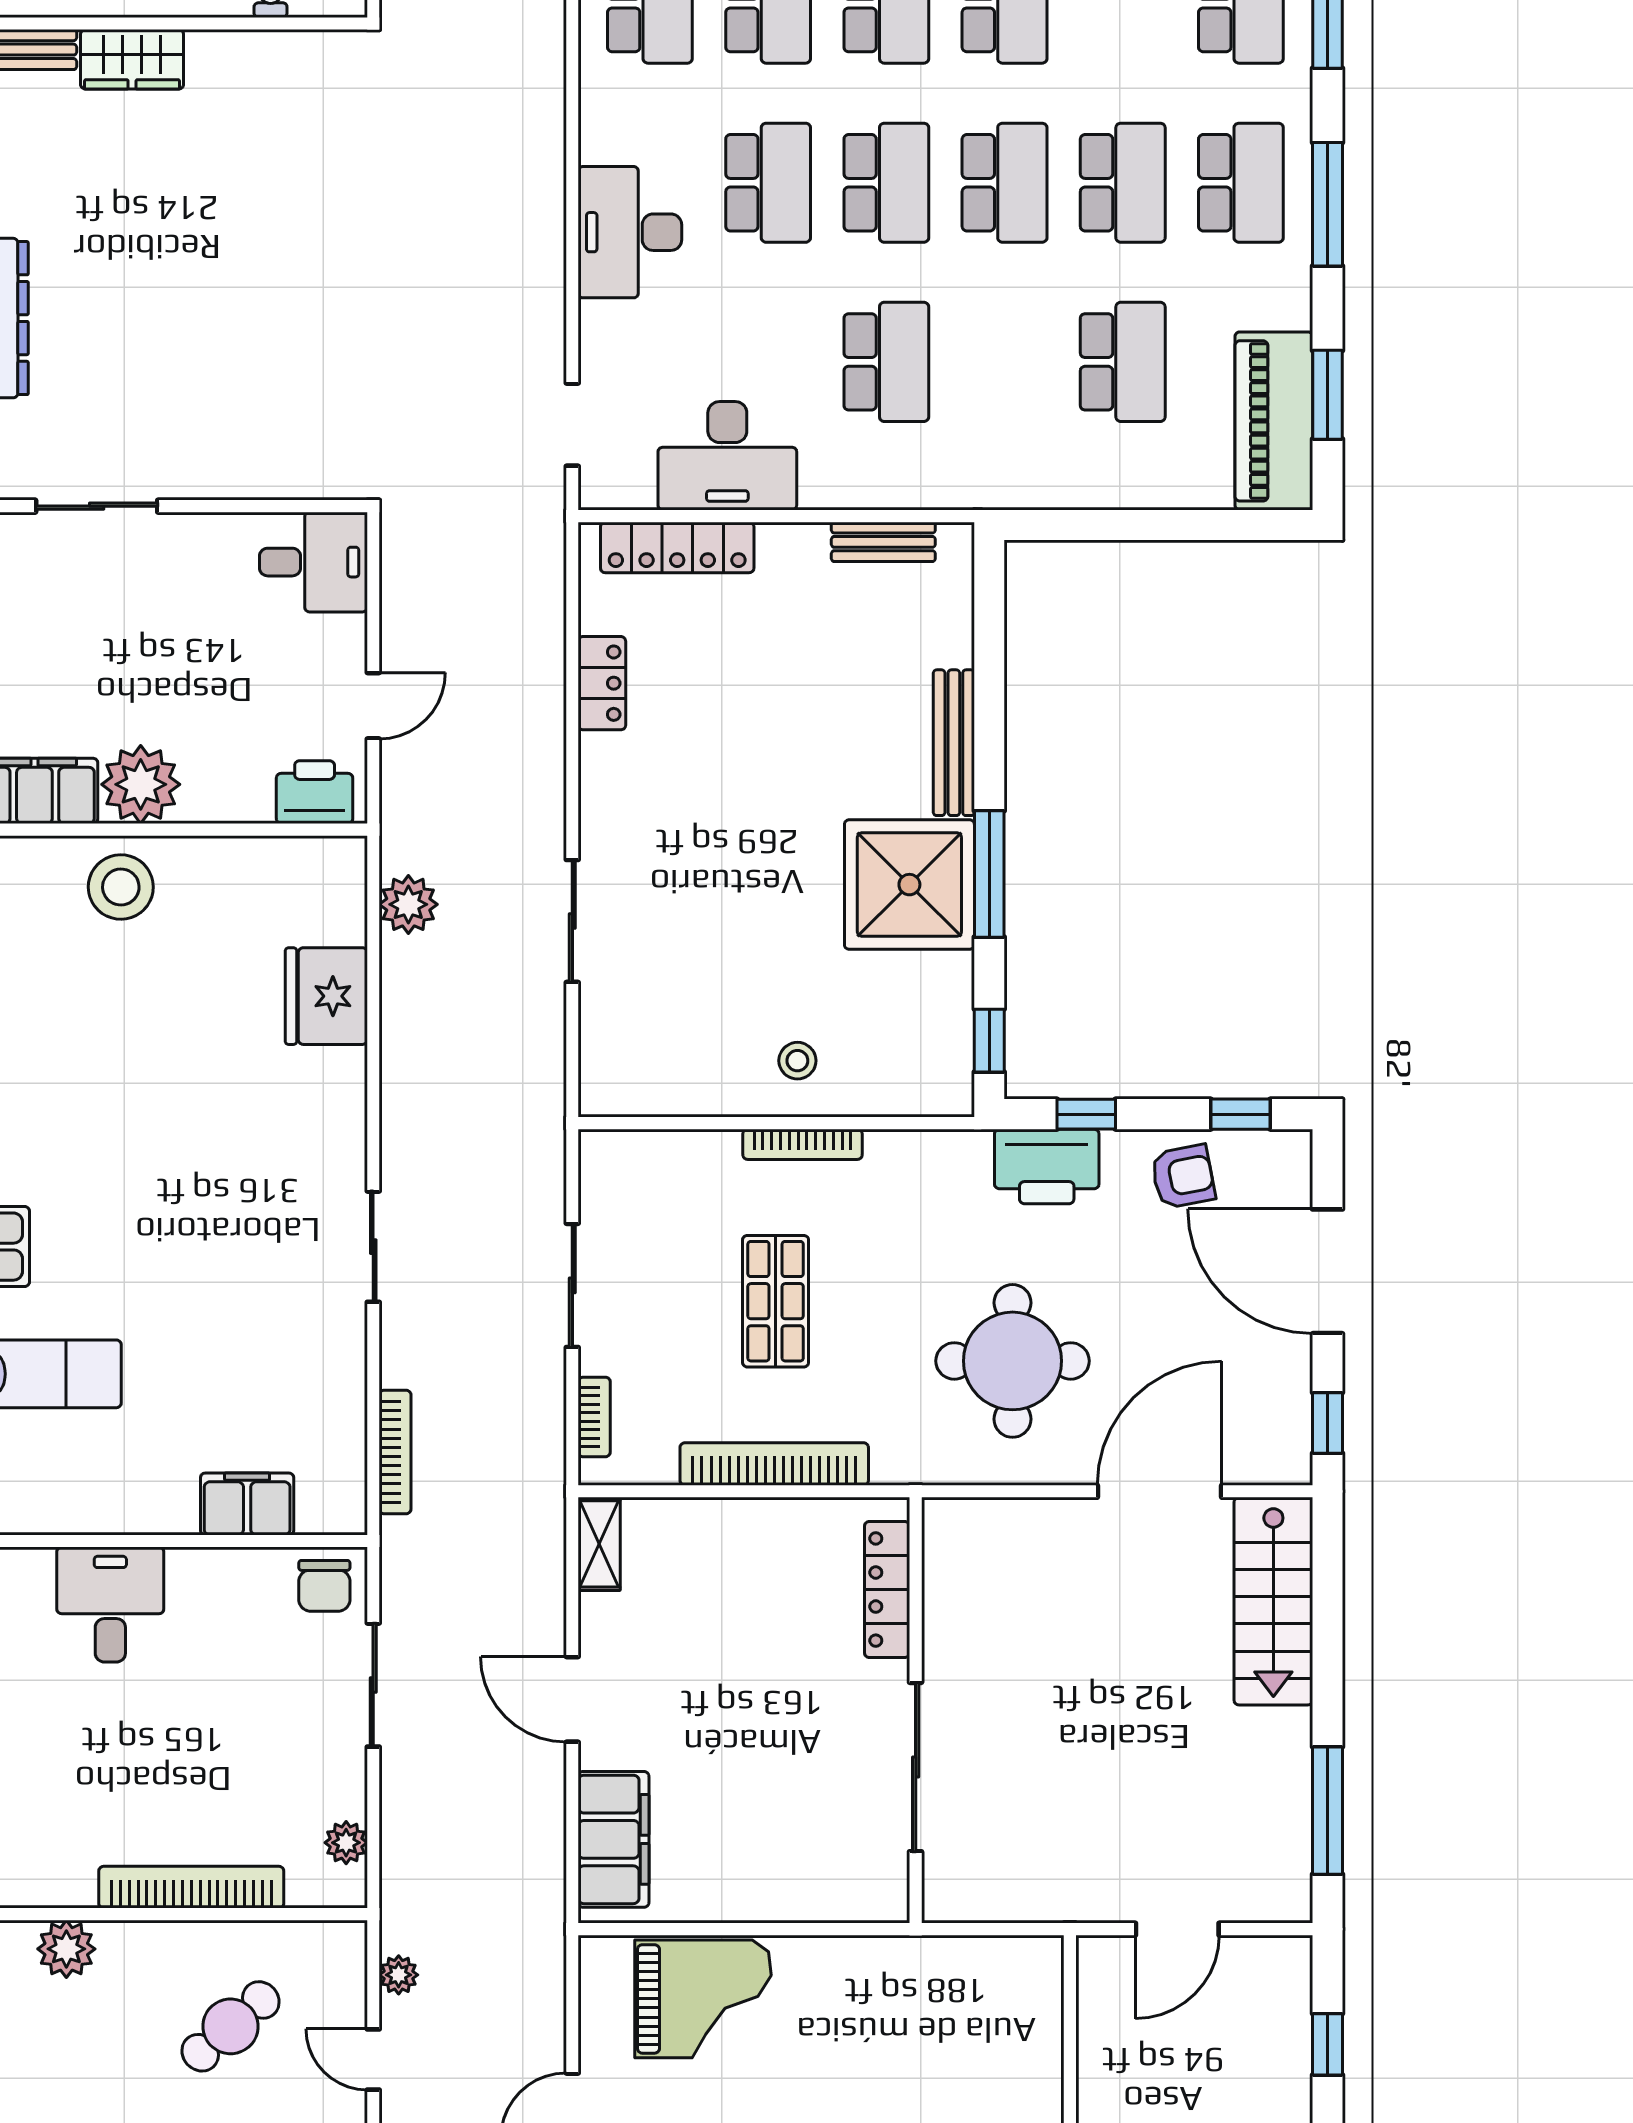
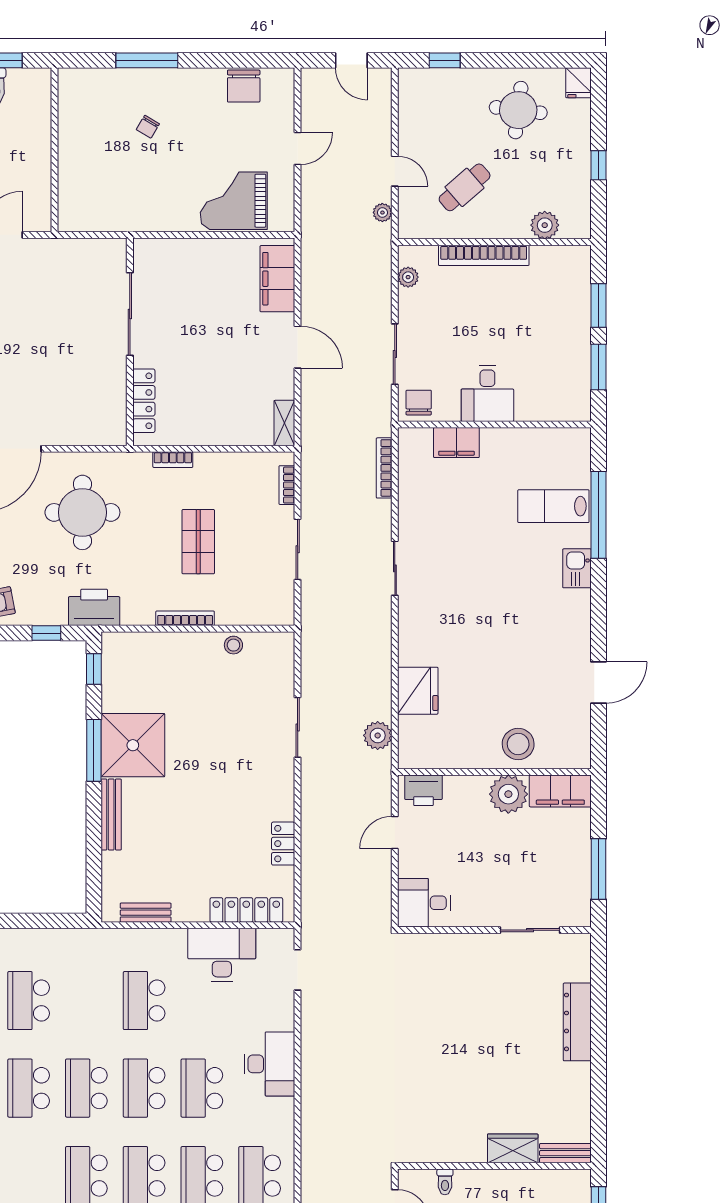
stool: (797, 1061) -> (233, 645), moved
printer: (1047, 1166) -> (94, 607), moved
bookcase: (774, 1464) -> (173, 460), width x0.43, depth x0.76
desk: (110, 1605) -> (487, 393), moved

